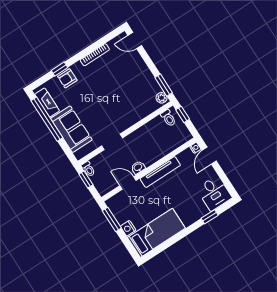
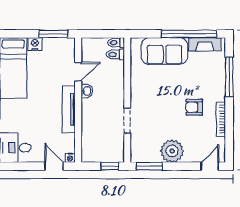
window: (60, 69) -> (229, 77), width x2.17
armchair: (67, 78) -> (194, 107), moved, turned -90
plant: (162, 98) -> (172, 151), moved, width x1.87, depth x1.87
toilet: (168, 118) -> (115, 54), moved
doorway: (112, 142) -> (127, 121), moved
window: (86, 180) -> (107, 34), removed

